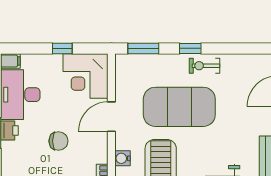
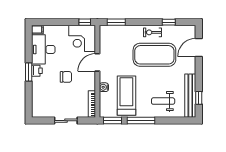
window: (62, 48) -> (85, 22), moved
window: (190, 48) -> (169, 22), moved
exercise mat: (179, 107) -> (154, 55), moved

